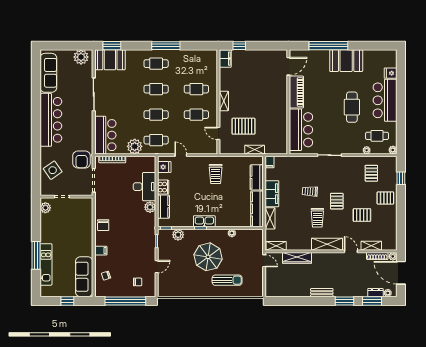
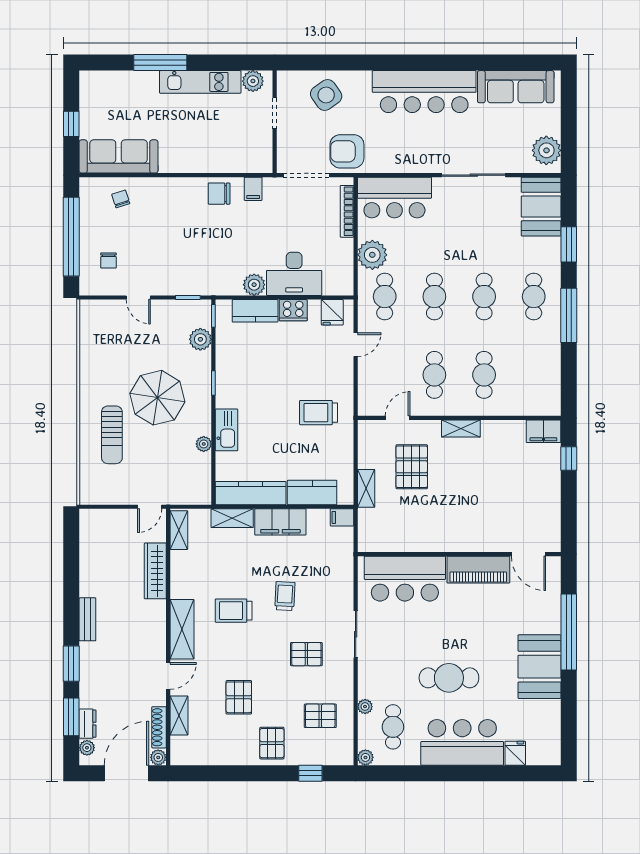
window: (112, 46) -> (569, 244), moved
pallet: (337, 201) -> (306, 654), moved
kitchen sink: (204, 221) -> (227, 430), moved
filing cabinet: (101, 251) -> (253, 189), moved
kitchen unit: (46, 264) -> (200, 82), moved

